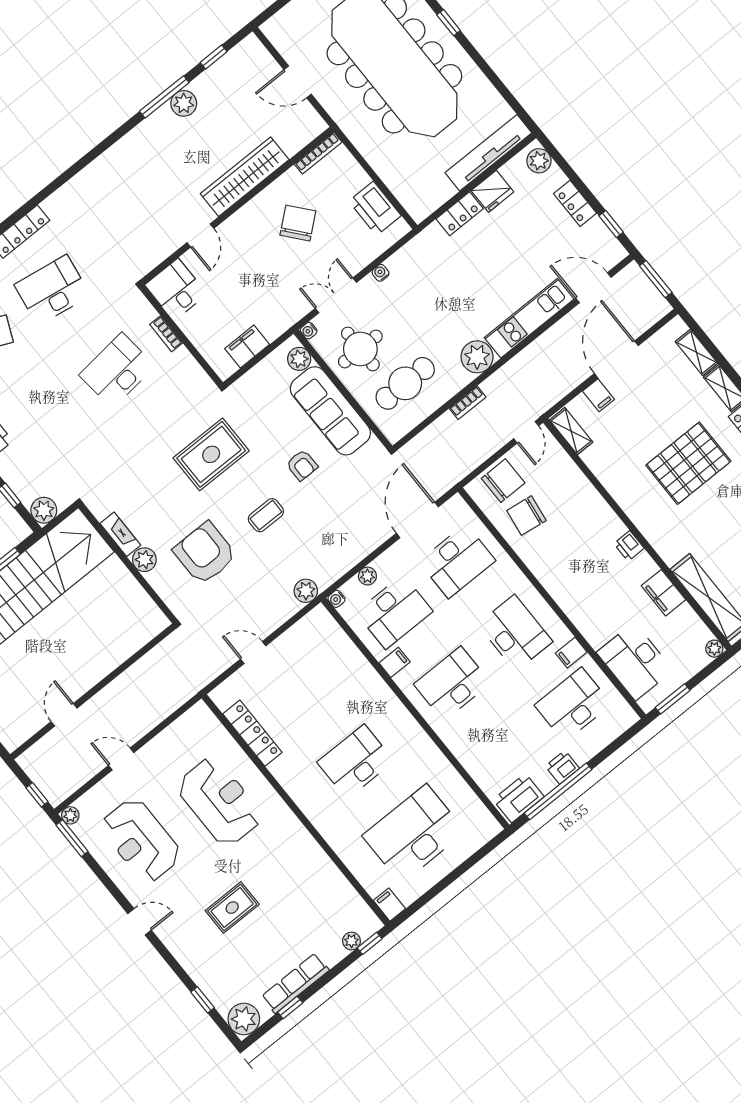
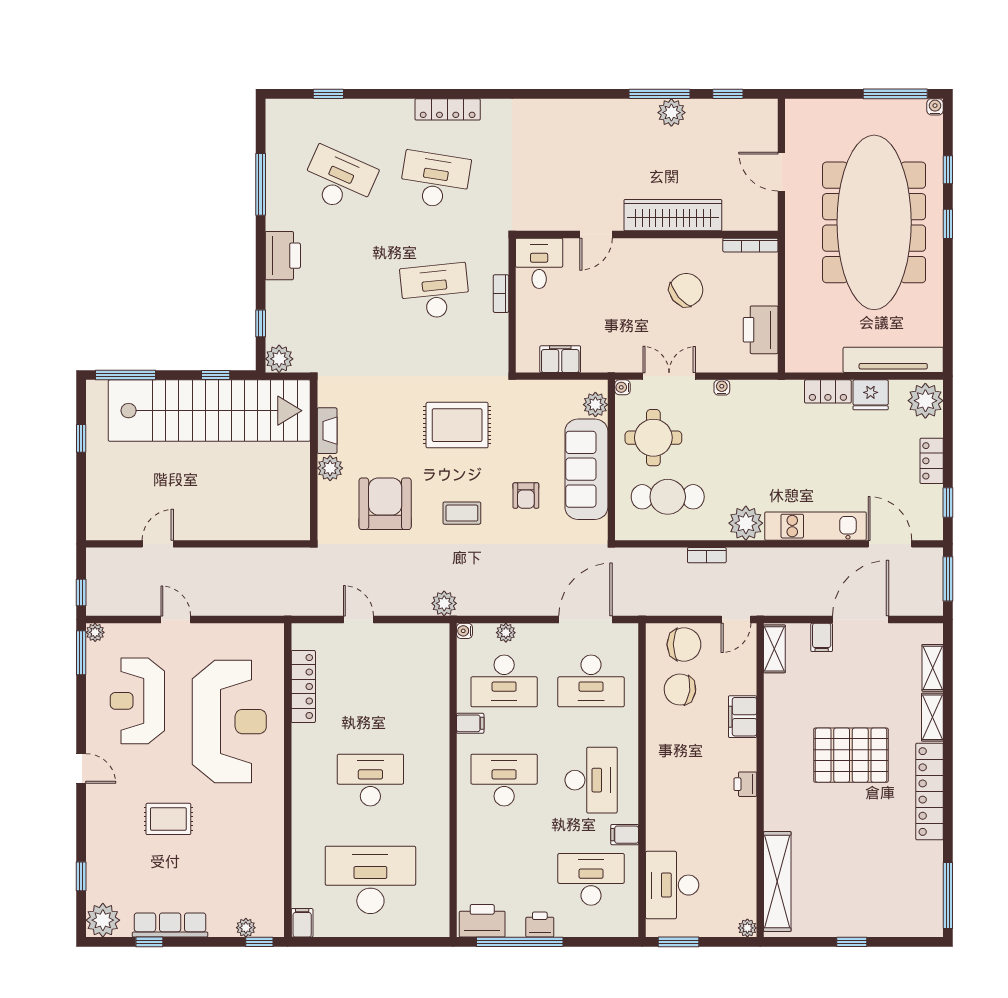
plant: (539, 161) -> (925, 401), width x1.36, depth x1.36
filing cabinet: (663, 593) -> (743, 717), moved
reception desk: (219, 802) -> (229, 722), width x1.36, depth x1.30

